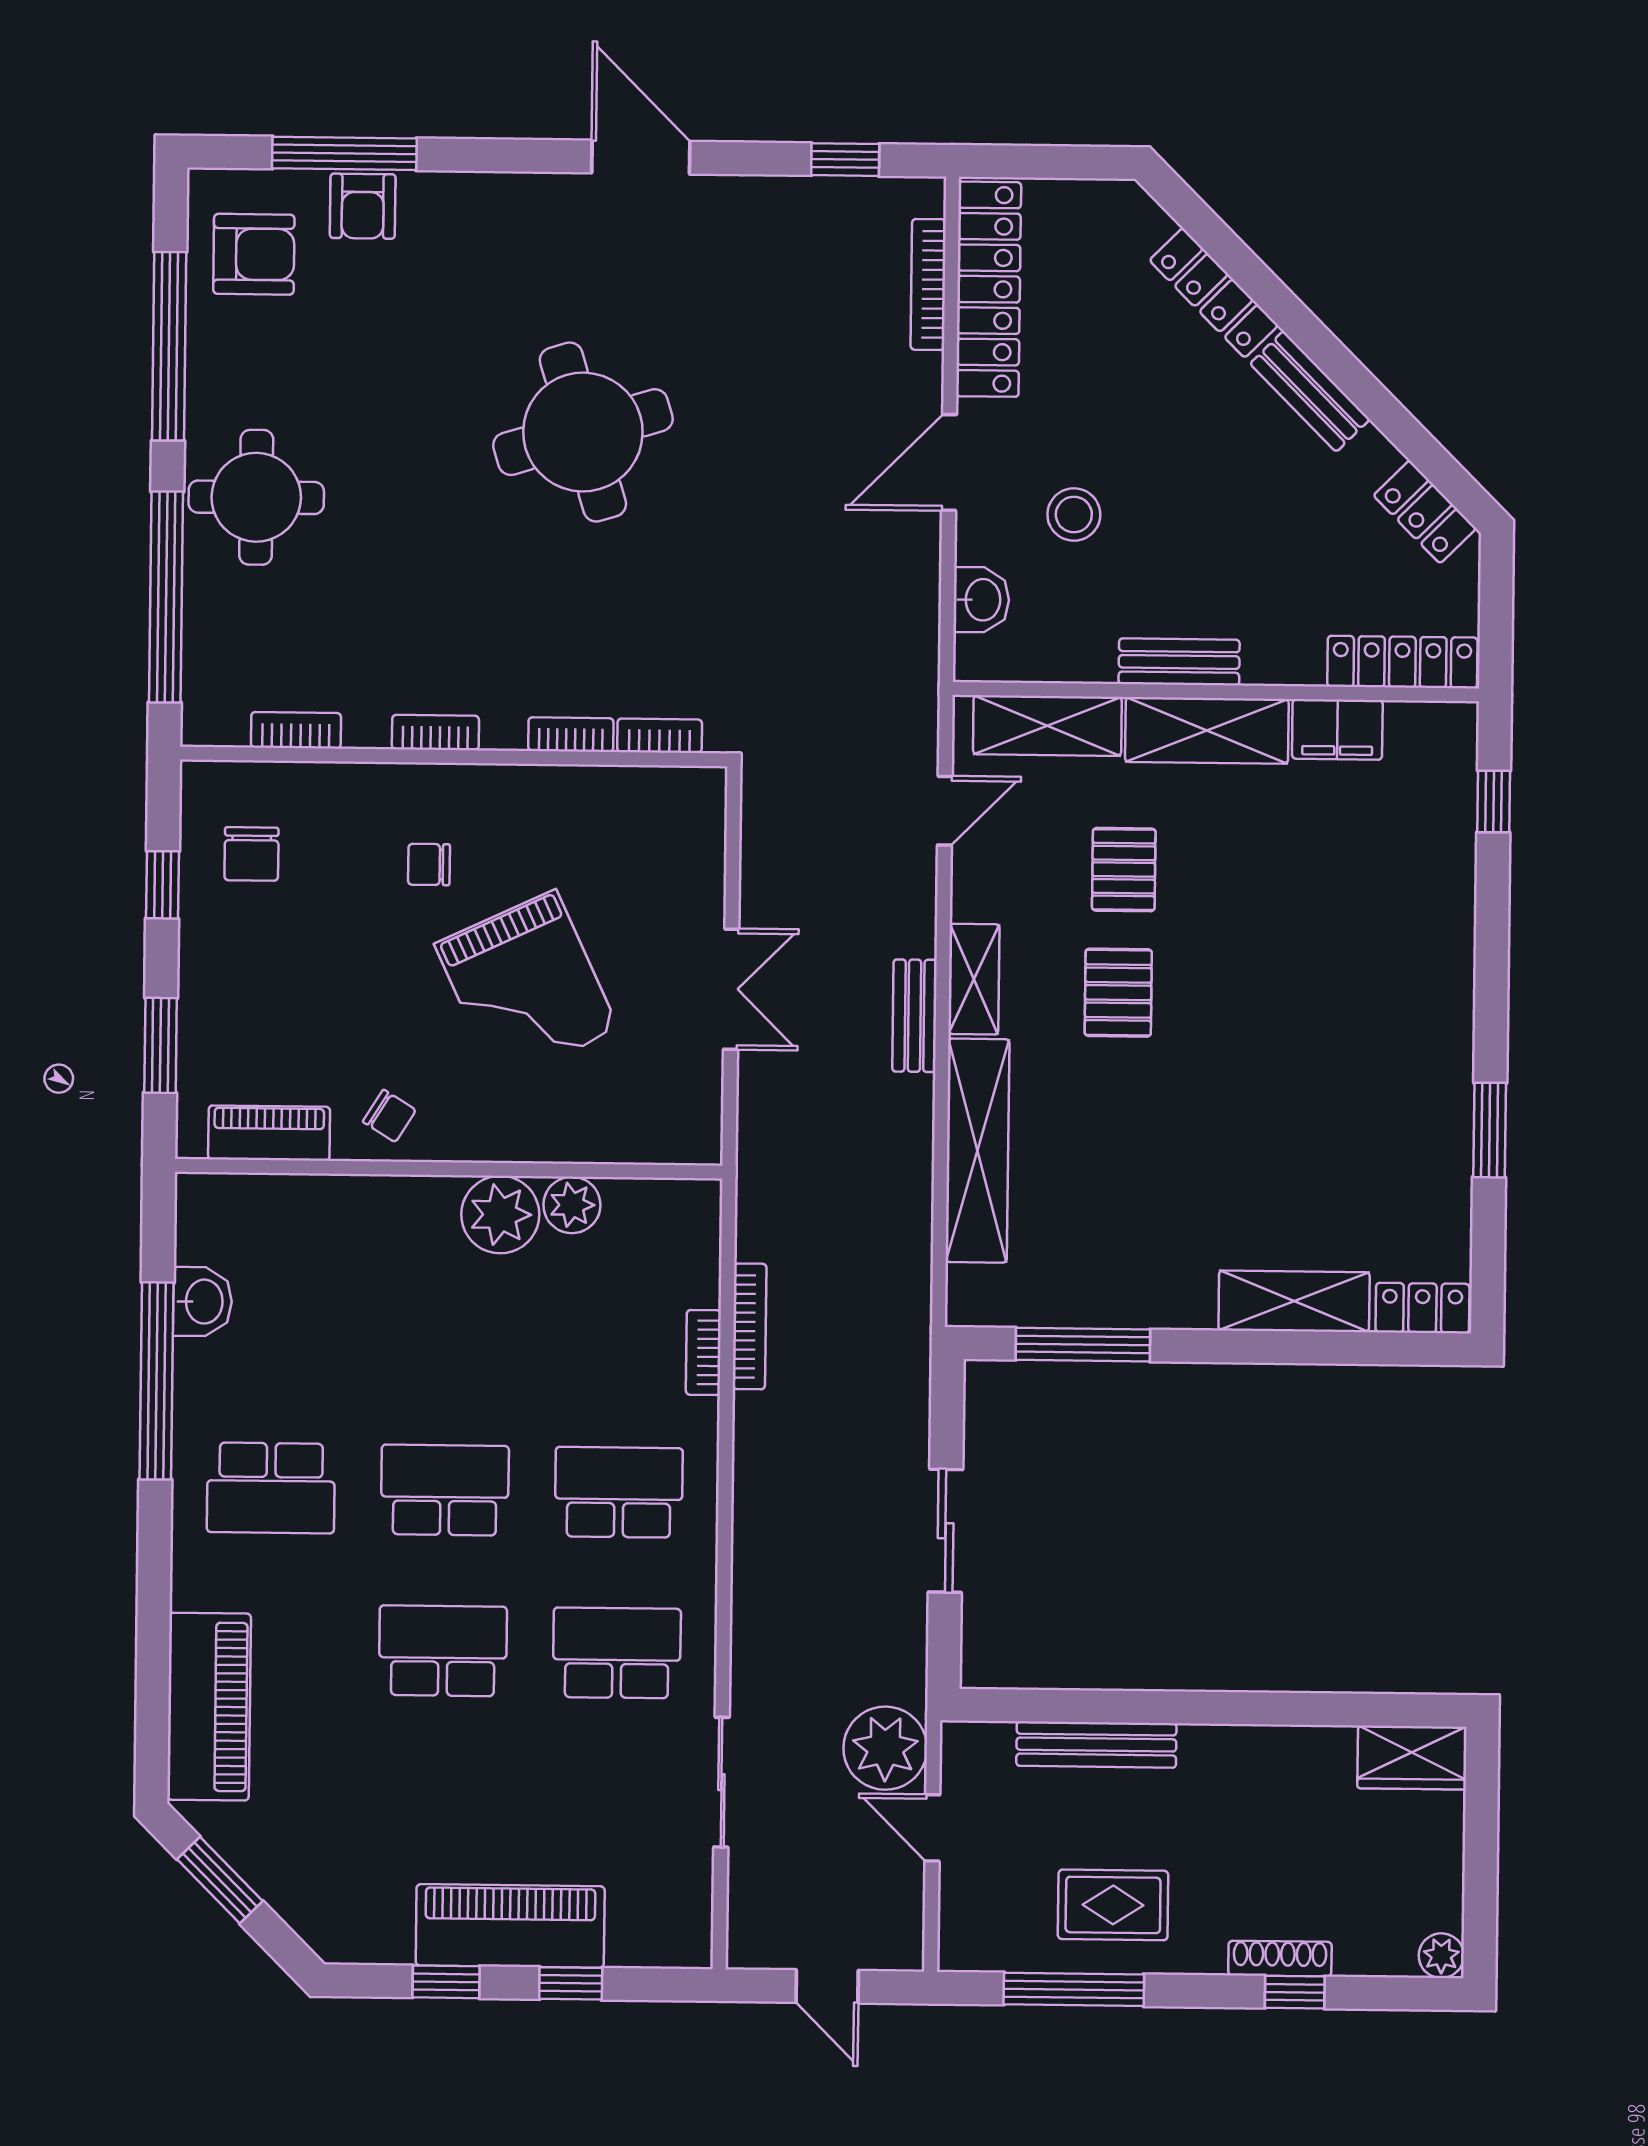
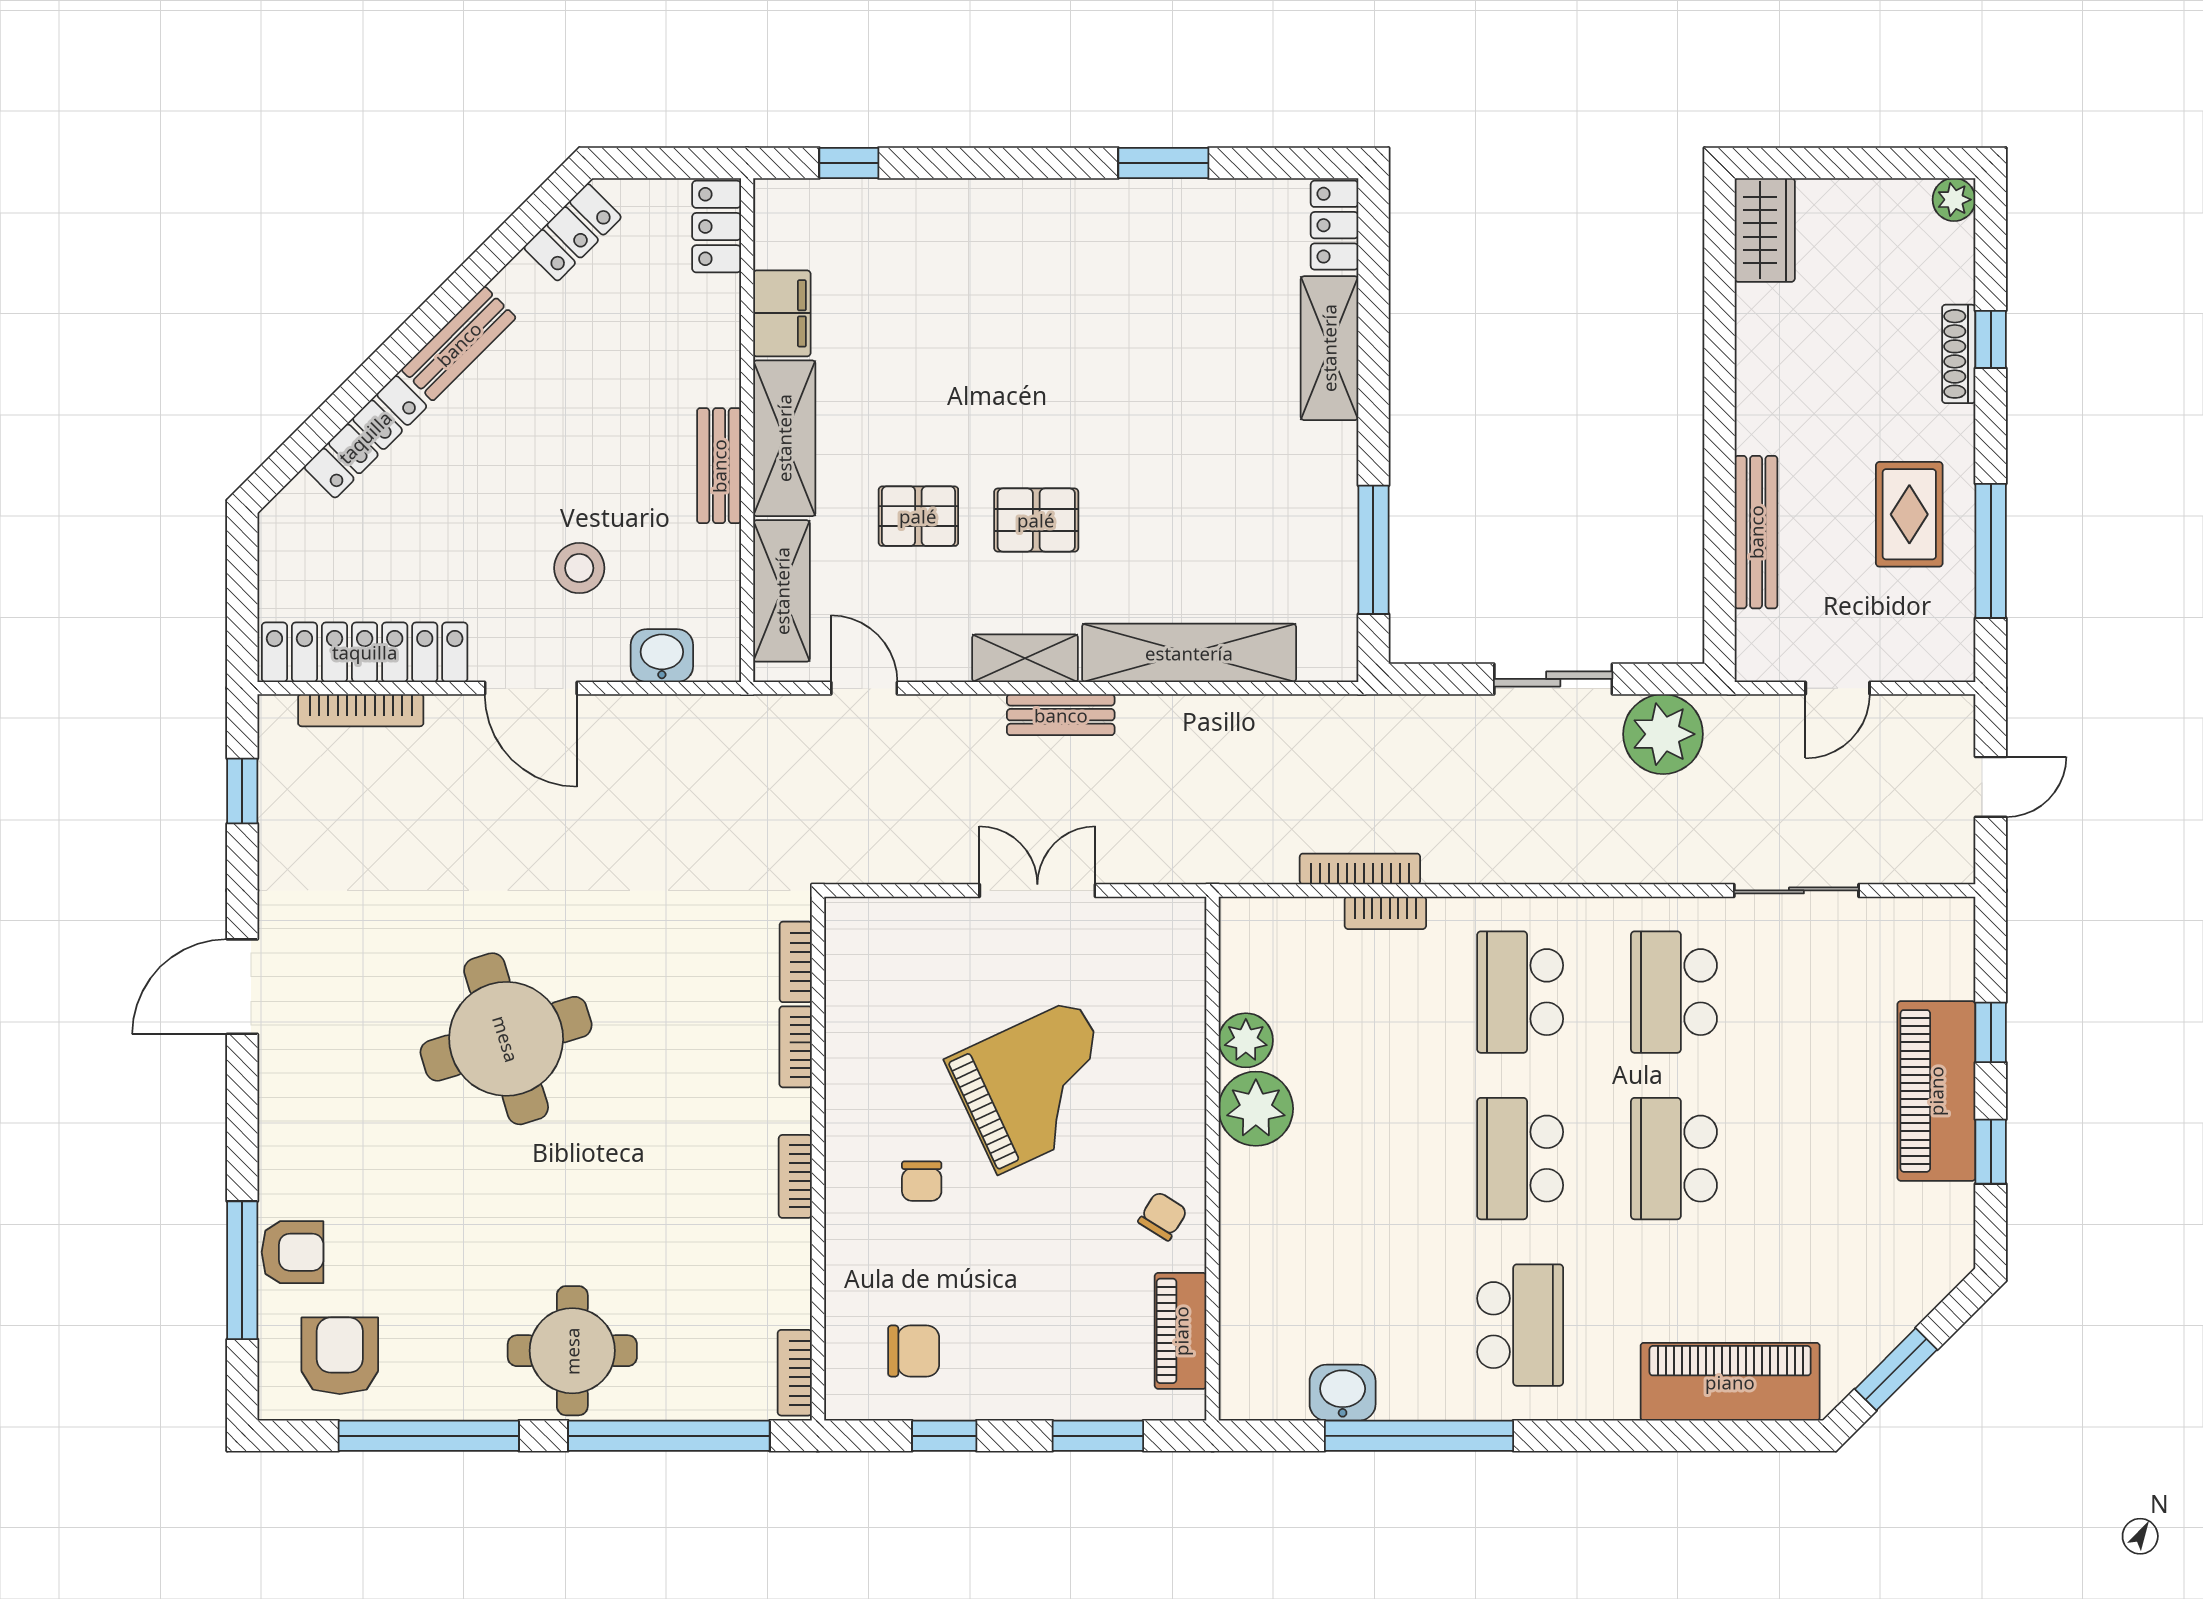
locker: (1402, 662) -> (717, 227), width x0.66
bookcase: (296, 730) -> (795, 1373), moved
plant: (885, 1748) -> (1663, 734), moved

